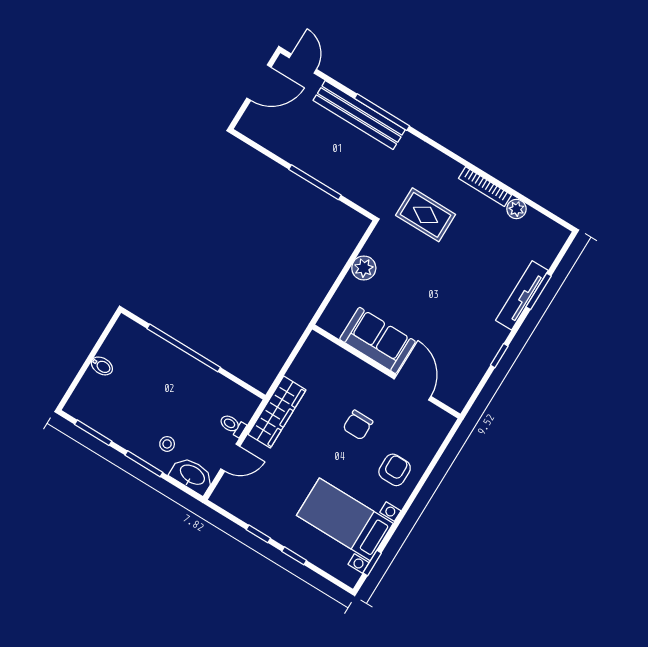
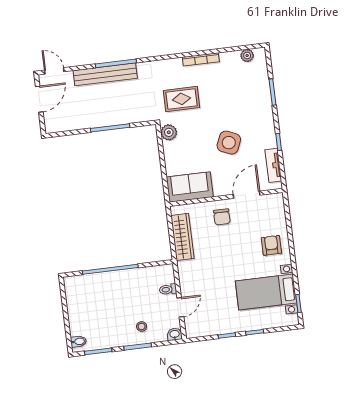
plant: (516, 209) -> (247, 56), moved
plant: (364, 268) -> (169, 132), moved
tv unit: (522, 295) -> (273, 165), moved, width x0.71
side table: (440, 310) -> (229, 143), added
sofa: (377, 340) -> (190, 187), moved
bidet: (102, 366) -> (78, 341), moved
door: (413, 388) -> (247, 195), hinge flipped
wardrobe: (277, 412) -> (182, 237), moved
chair: (358, 425) -> (222, 217), moved
washbasin: (192, 475) -> (175, 334), width x0.52, depth x0.69

